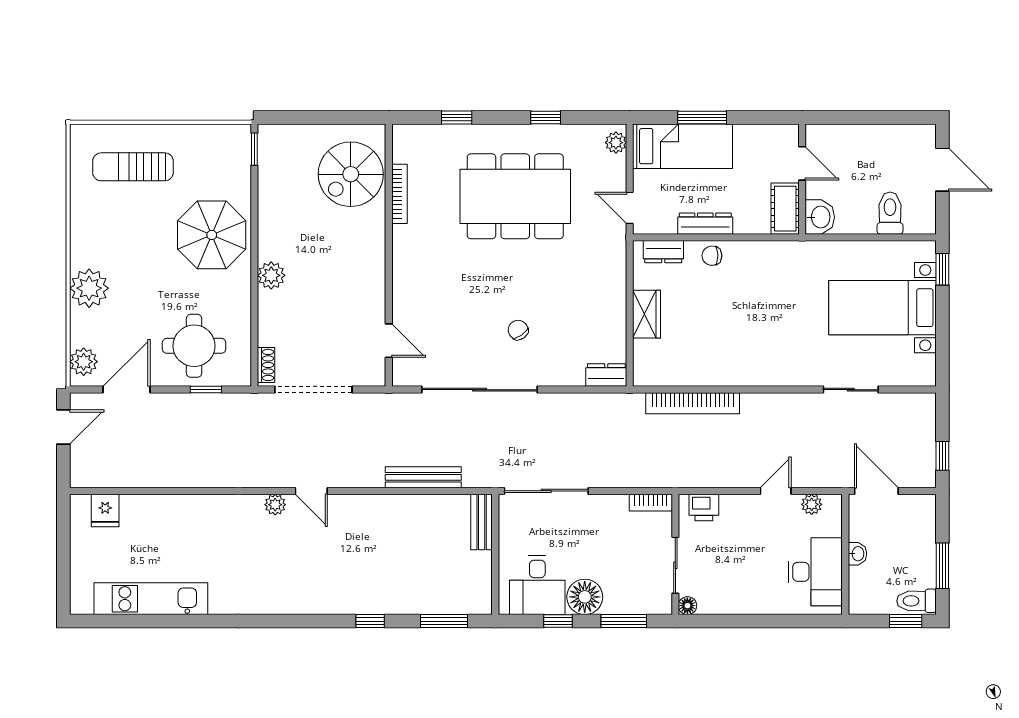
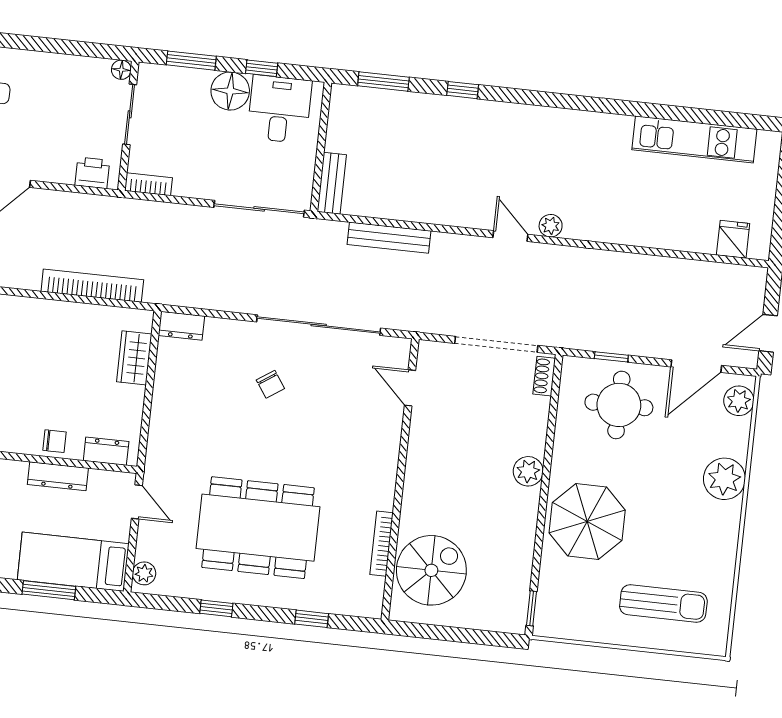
wardrobe: (647, 314) -> (134, 358), moved

